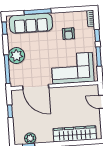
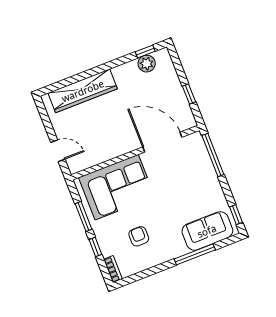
sofa: (31, 23) -> (207, 231), width x0.73
plant: (16, 56) -> (206, 180), removed

